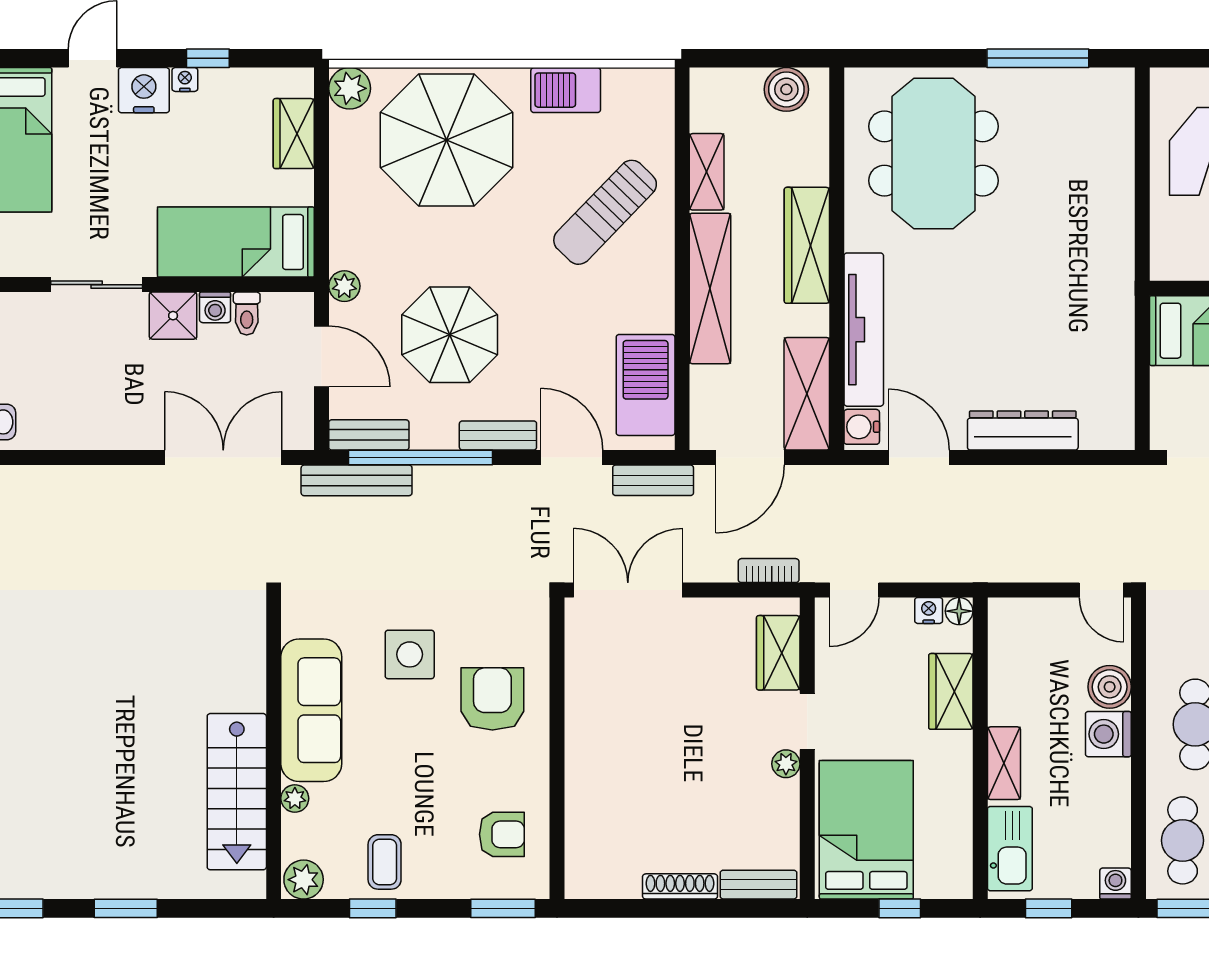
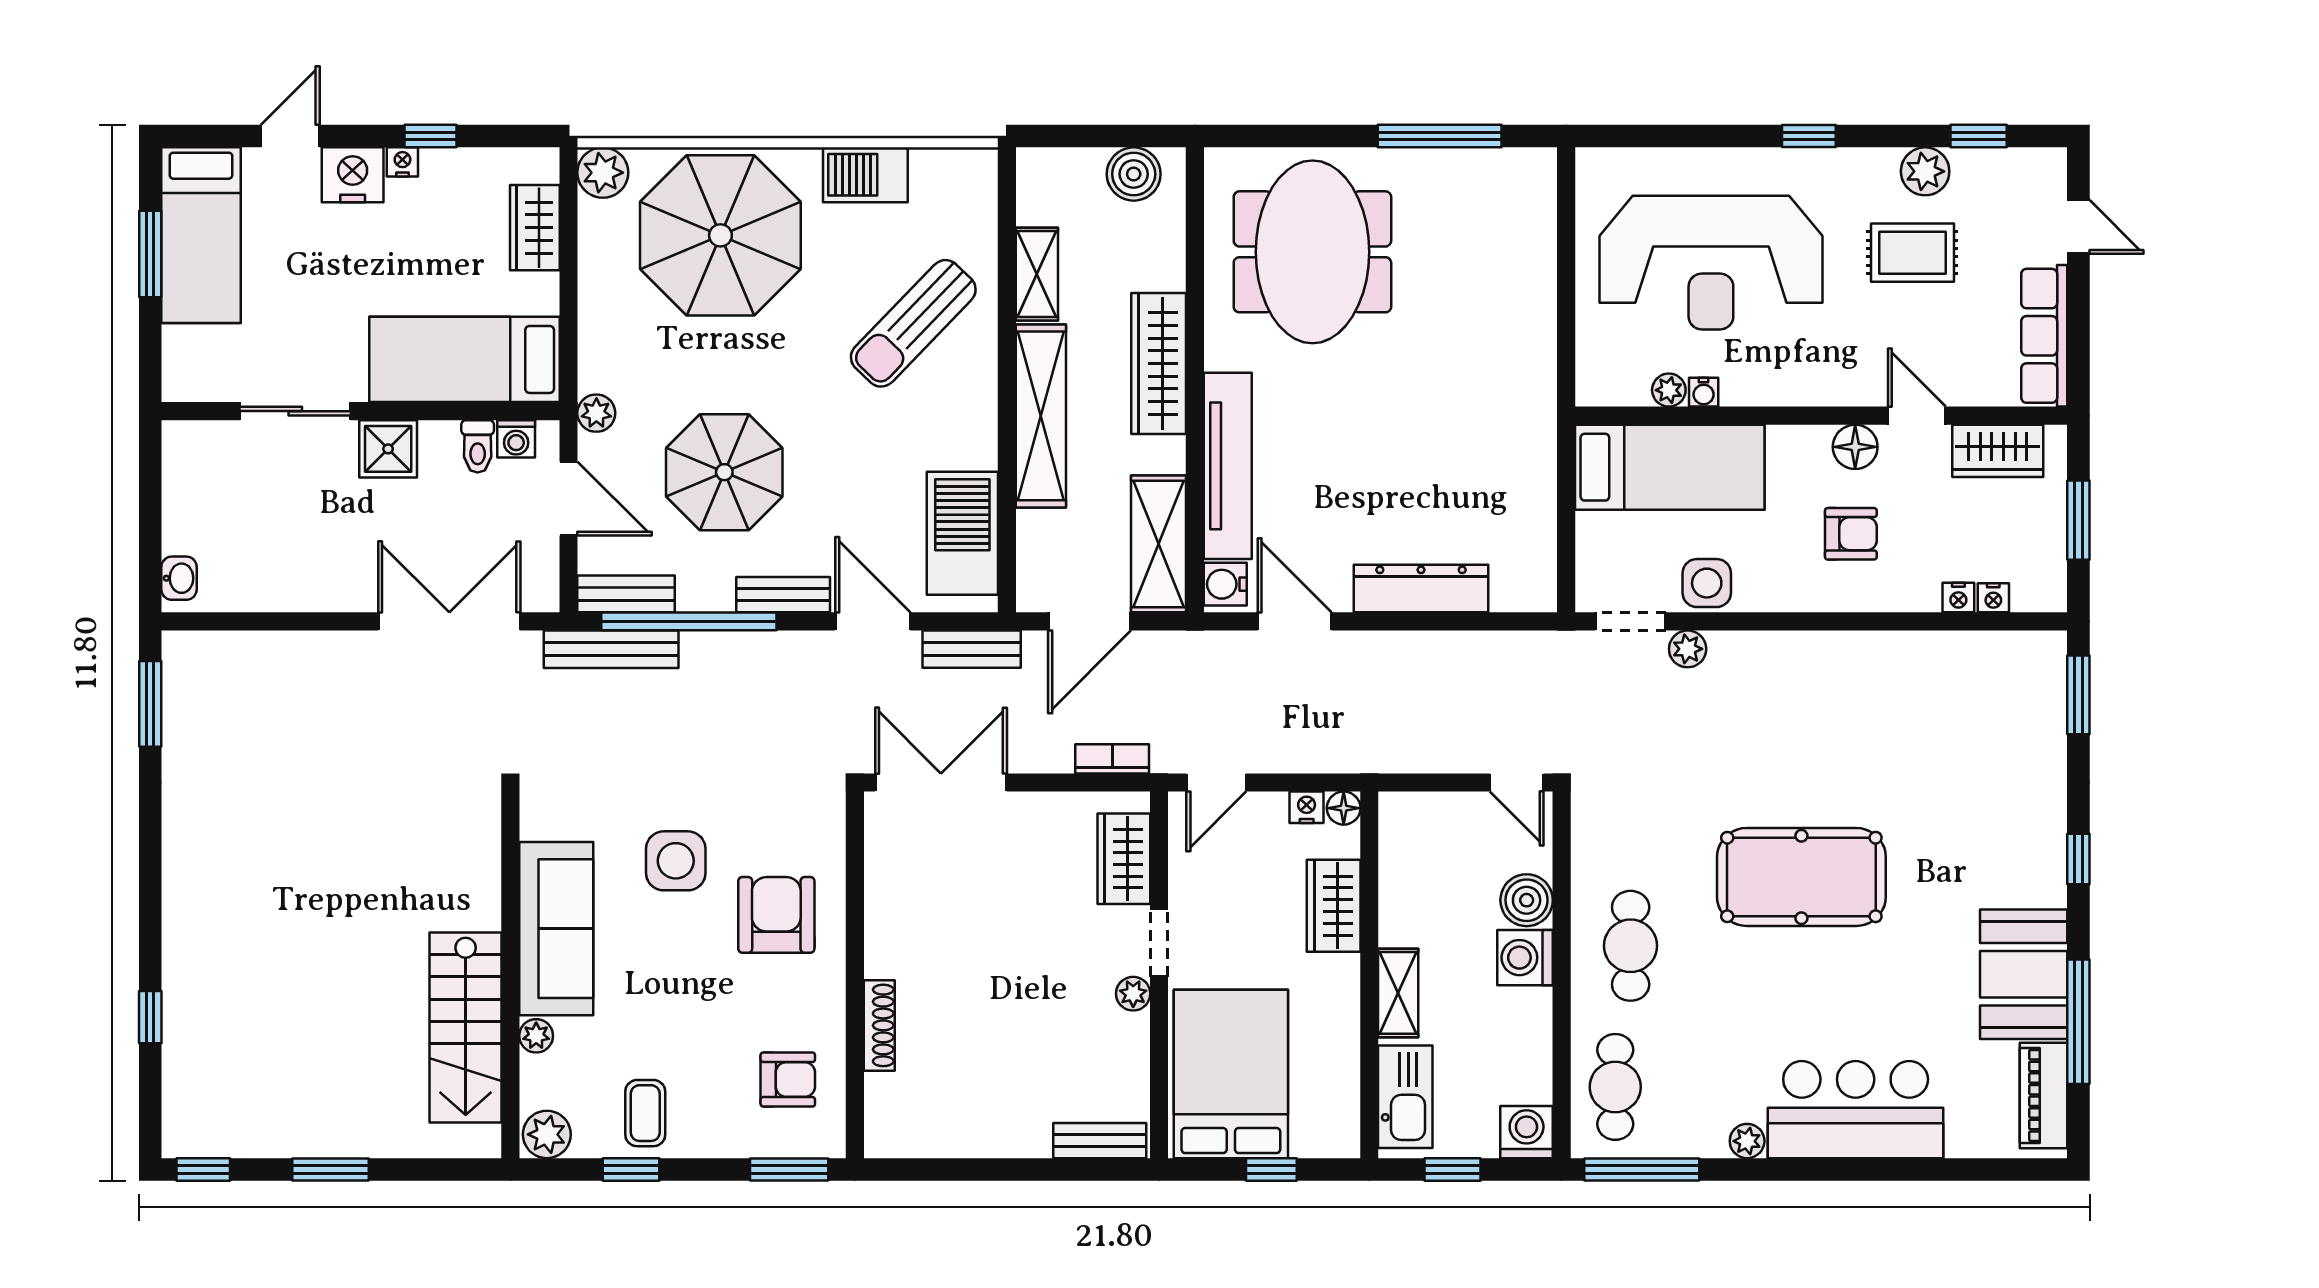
washing machine: (215, 307) -> (516, 439), moved
washing machine: (1115, 884) -> (1527, 1132), width x1.38, depth x1.38
shoe rack: (680, 886) -> (879, 1025), moved, turned 90

